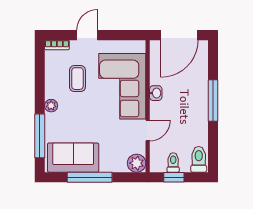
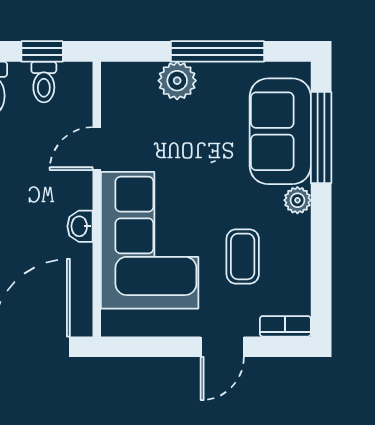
sofa: (73, 158) -> (280, 131), moved, turned 90
plant: (137, 163) -> (177, 81), moved

